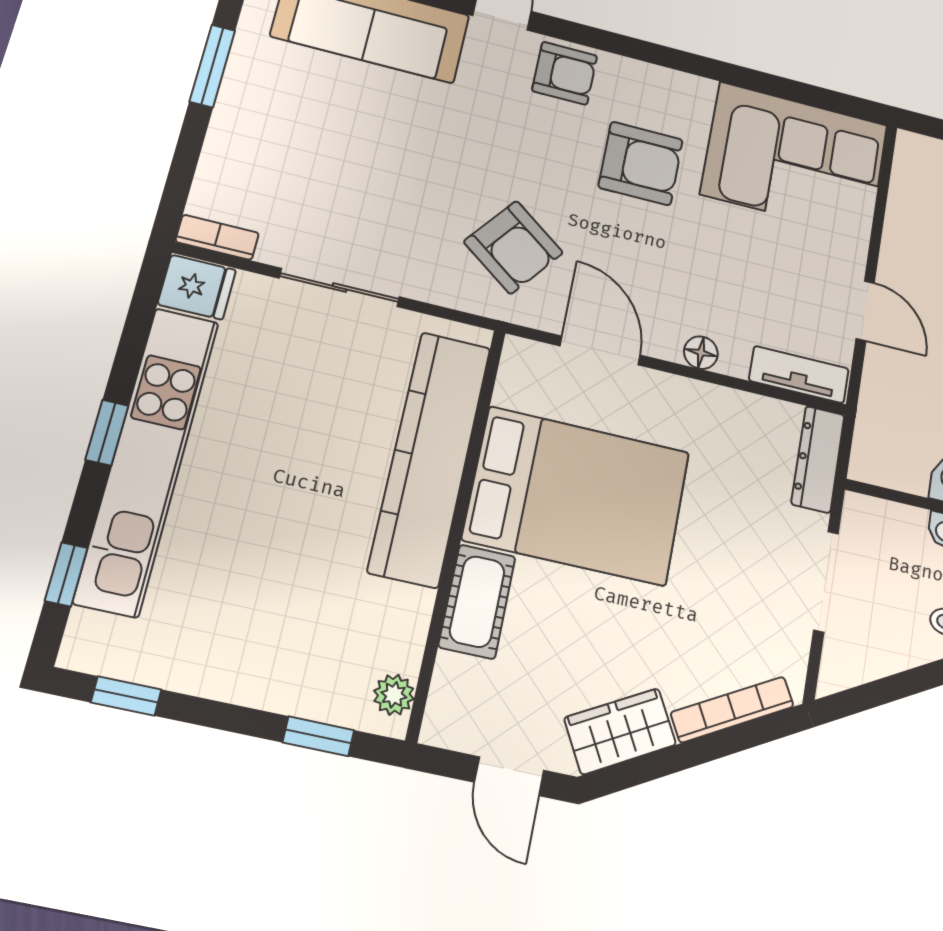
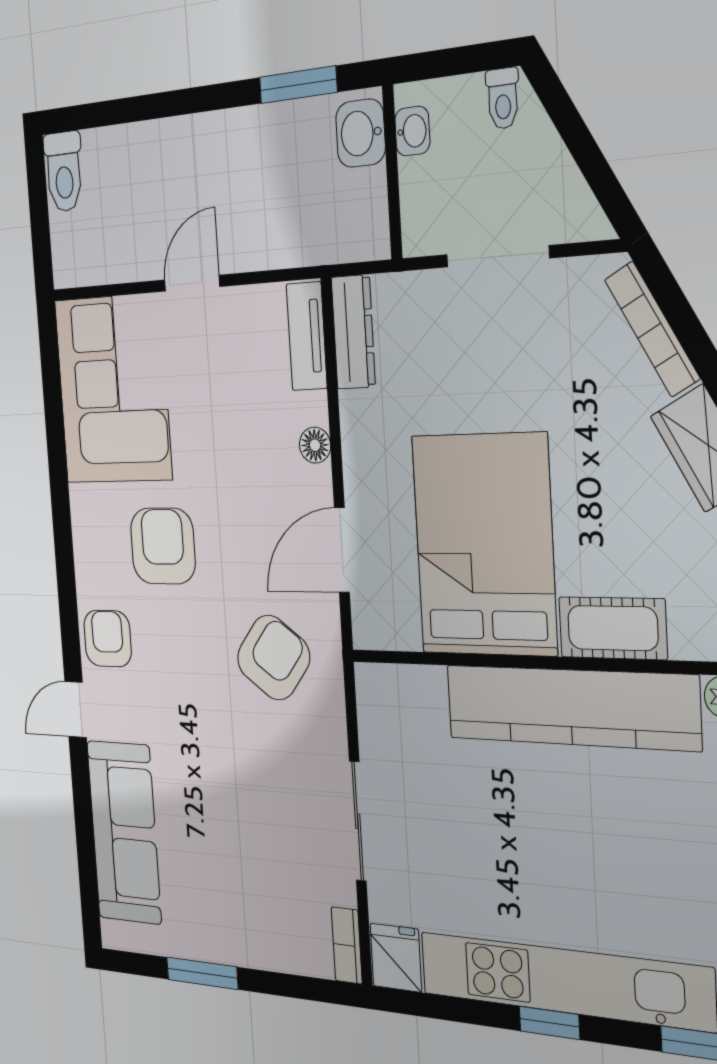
door: (865, 311) -> (192, 283), moved
kitchen counter: (430, 458) -> (571, 707), moved
dresser: (818, 459) -> (353, 332), moved, turned -90

